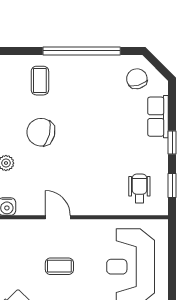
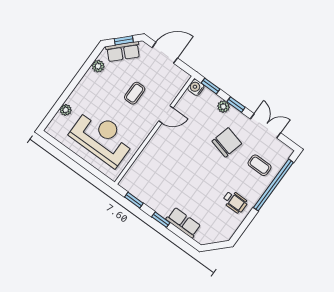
window: (82, 51) -> (273, 185), moved
chair: (137, 79) -> (217, 227), removed
wheelchair: (139, 188) -> (235, 202), moved

